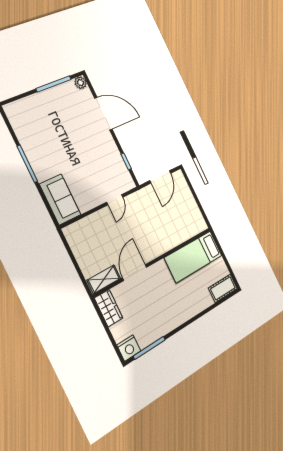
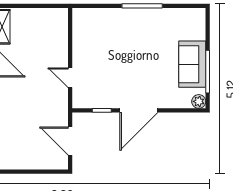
door: (103, 114) -> (139, 110), moved
sofa: (60, 199) -> (192, 64), moved, turned 90

